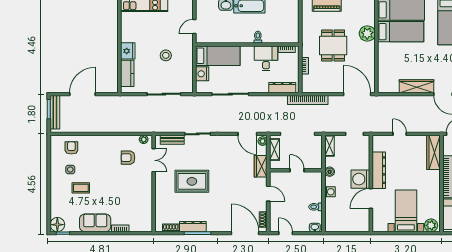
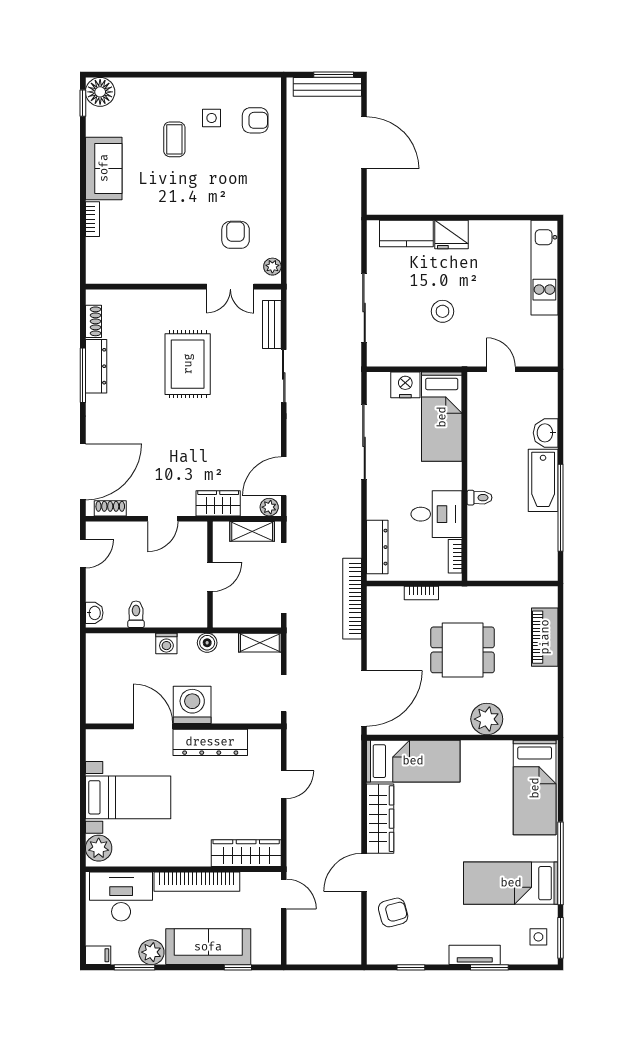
bed: (401, 32) -> (413, 761), moved, turned -90

